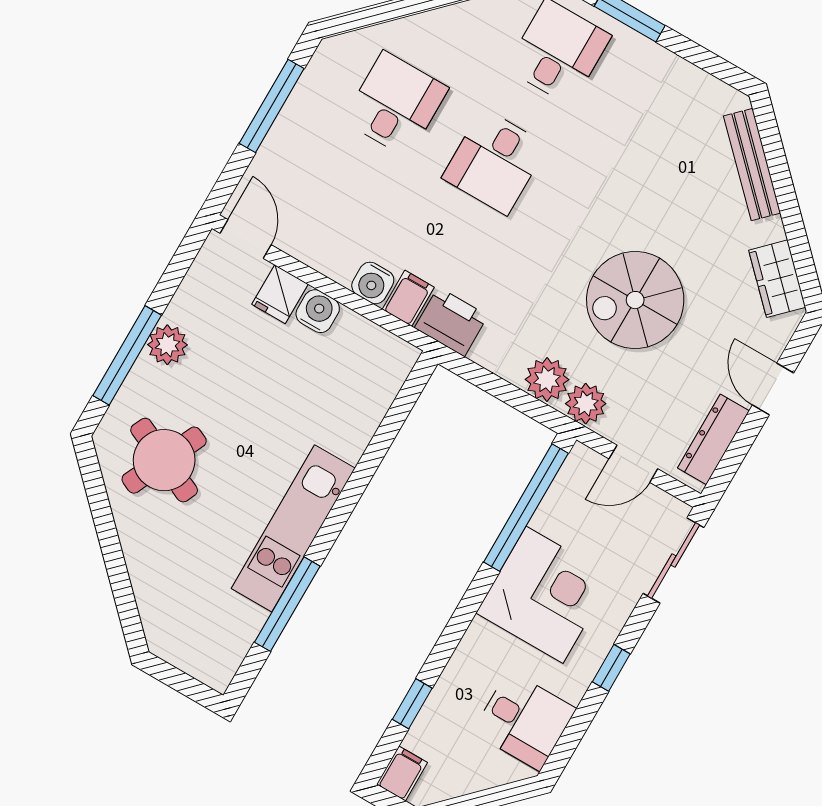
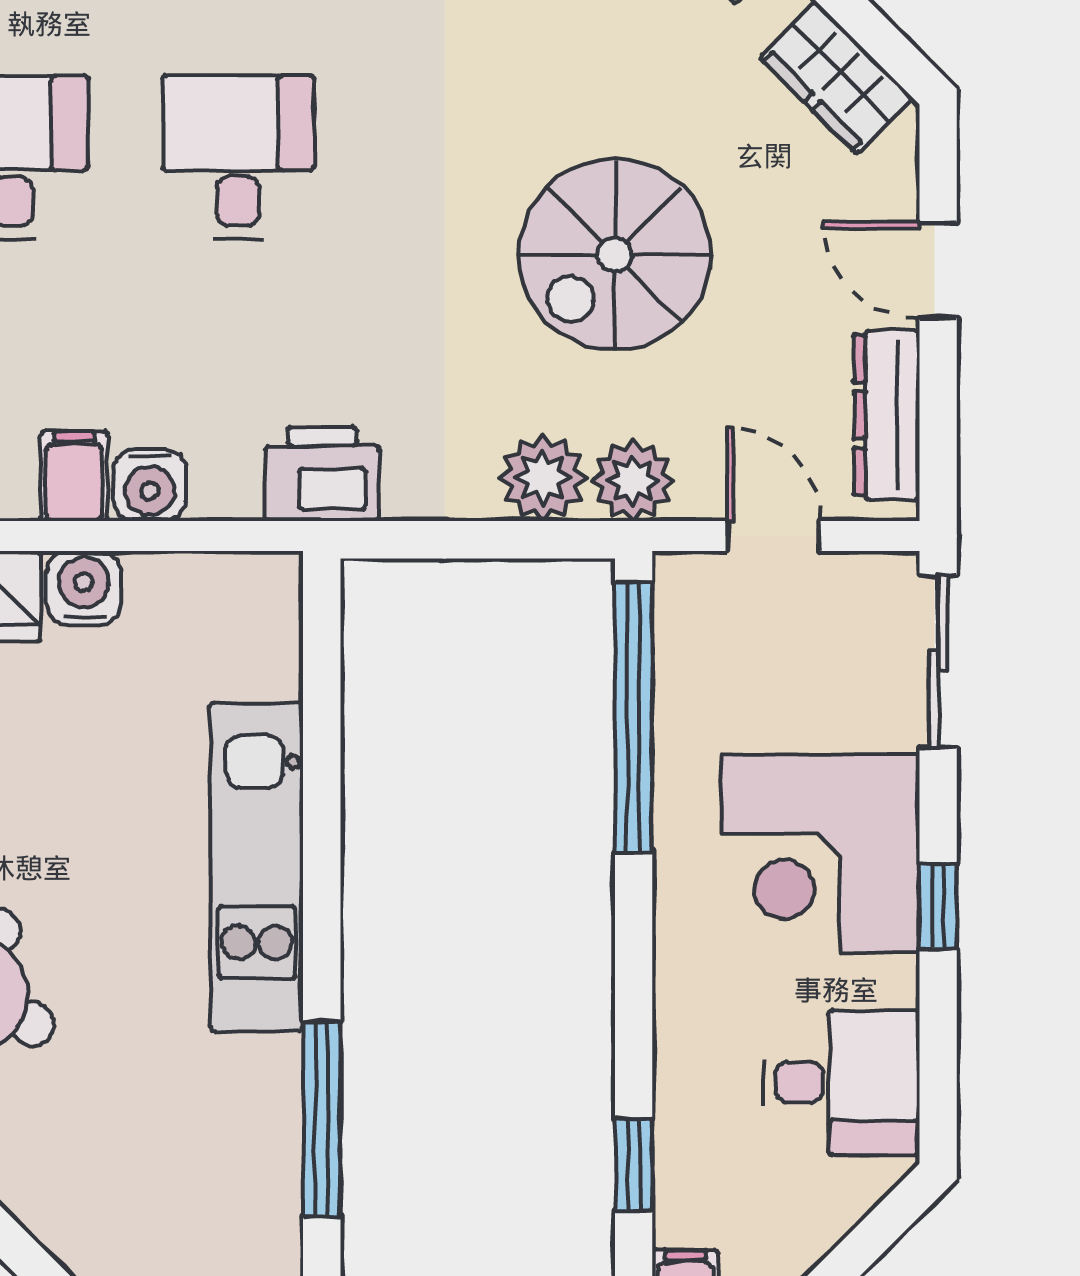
desk: (495, 162) -> (238, 157), turned 180
filing cabinet: (408, 298) -> (74, 476), moved
door: (633, 464) -> (774, 536), swing flipped
kitchen unit: (293, 528) -> (257, 867), moved
corner desk: (544, 595) -> (820, 853), moved, turned 180

